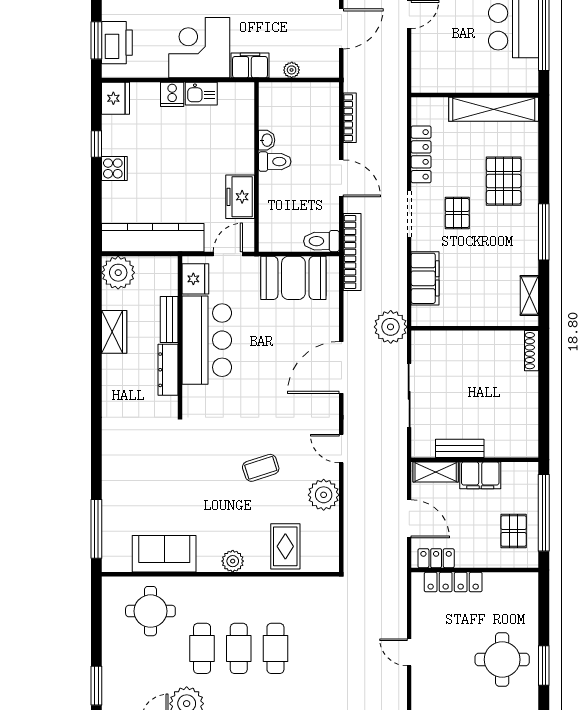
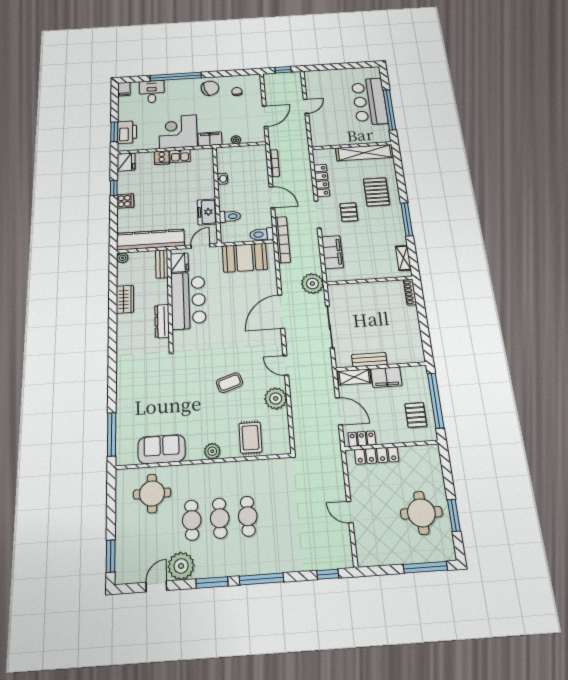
toilet: (275, 162) -> (230, 216), moved
plant: (118, 273) -> (123, 258), width x0.53, depth x0.53
bench: (169, 319) -> (162, 264), moved

